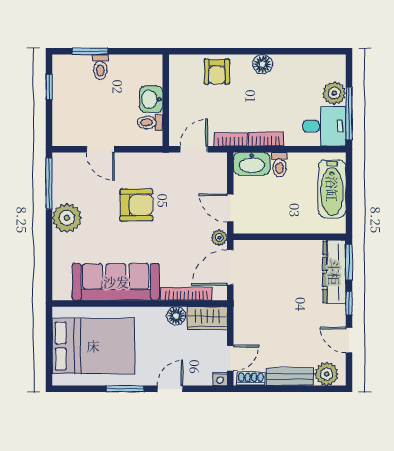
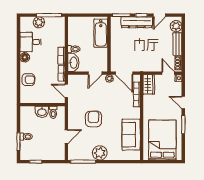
desk: (324, 126) -> (30, 42), moved, turned -90
bathtub: (332, 189) -> (101, 33), moved, turned 90
dresser: (334, 272) -> (137, 22), moved
sofa: (116, 282) -> (131, 135), width x0.73
floor lamp: (176, 316) -> (148, 100), removed

